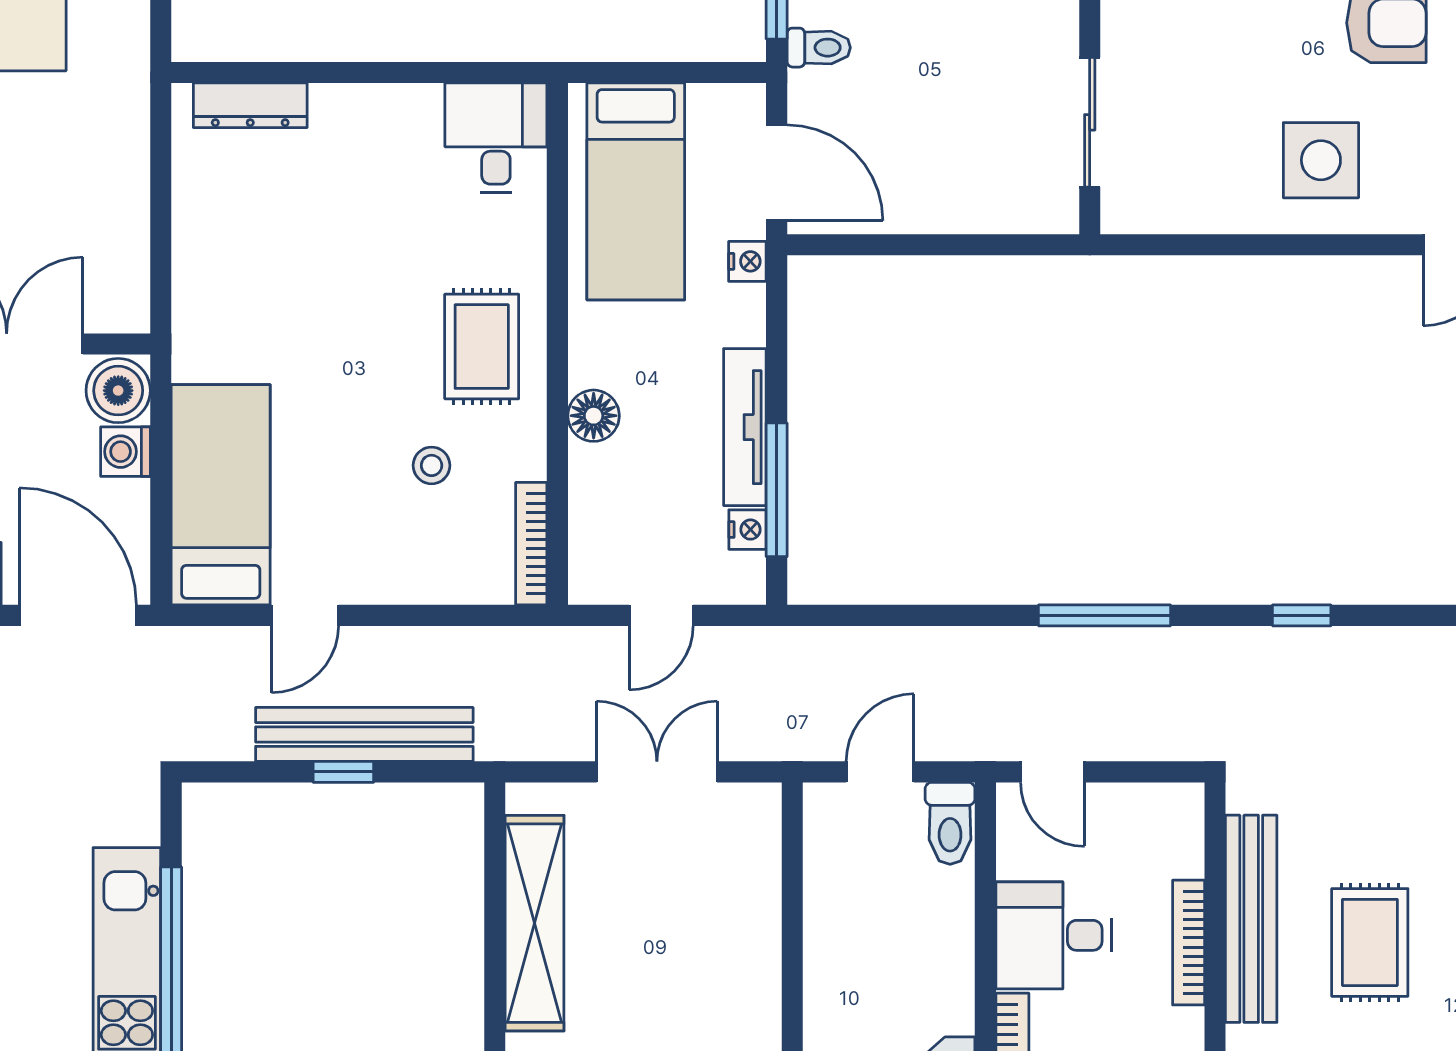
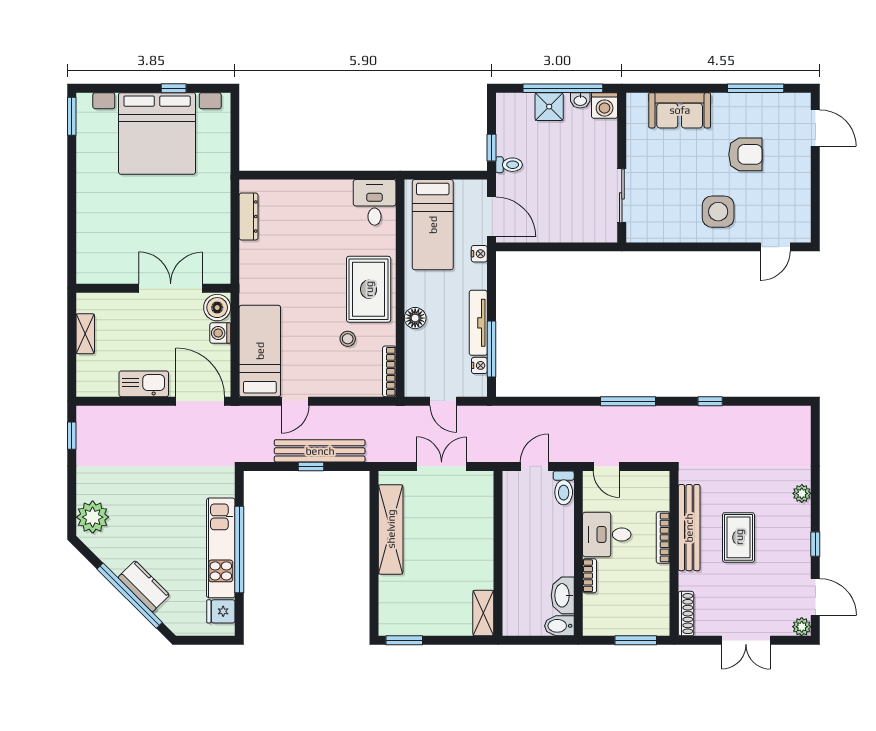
dresser: (250, 105) -> (249, 216), moved, turned -90
rug: (482, 347) -> (369, 289), width x1.36, depth x1.43
door: (661, 615) -> (443, 401), hinge flipped

